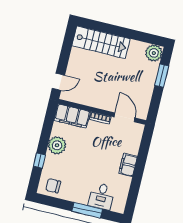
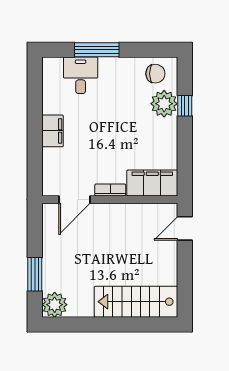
door: (125, 117) -> (75, 200), hinge flipped
plant: (57, 145) -> (164, 104), moved

